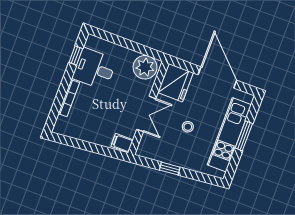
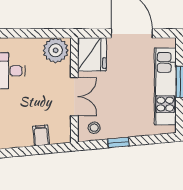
stool: (188, 127) -> (94, 128), moved
filing cabinet: (122, 143) -> (41, 135), moved, turned 85

